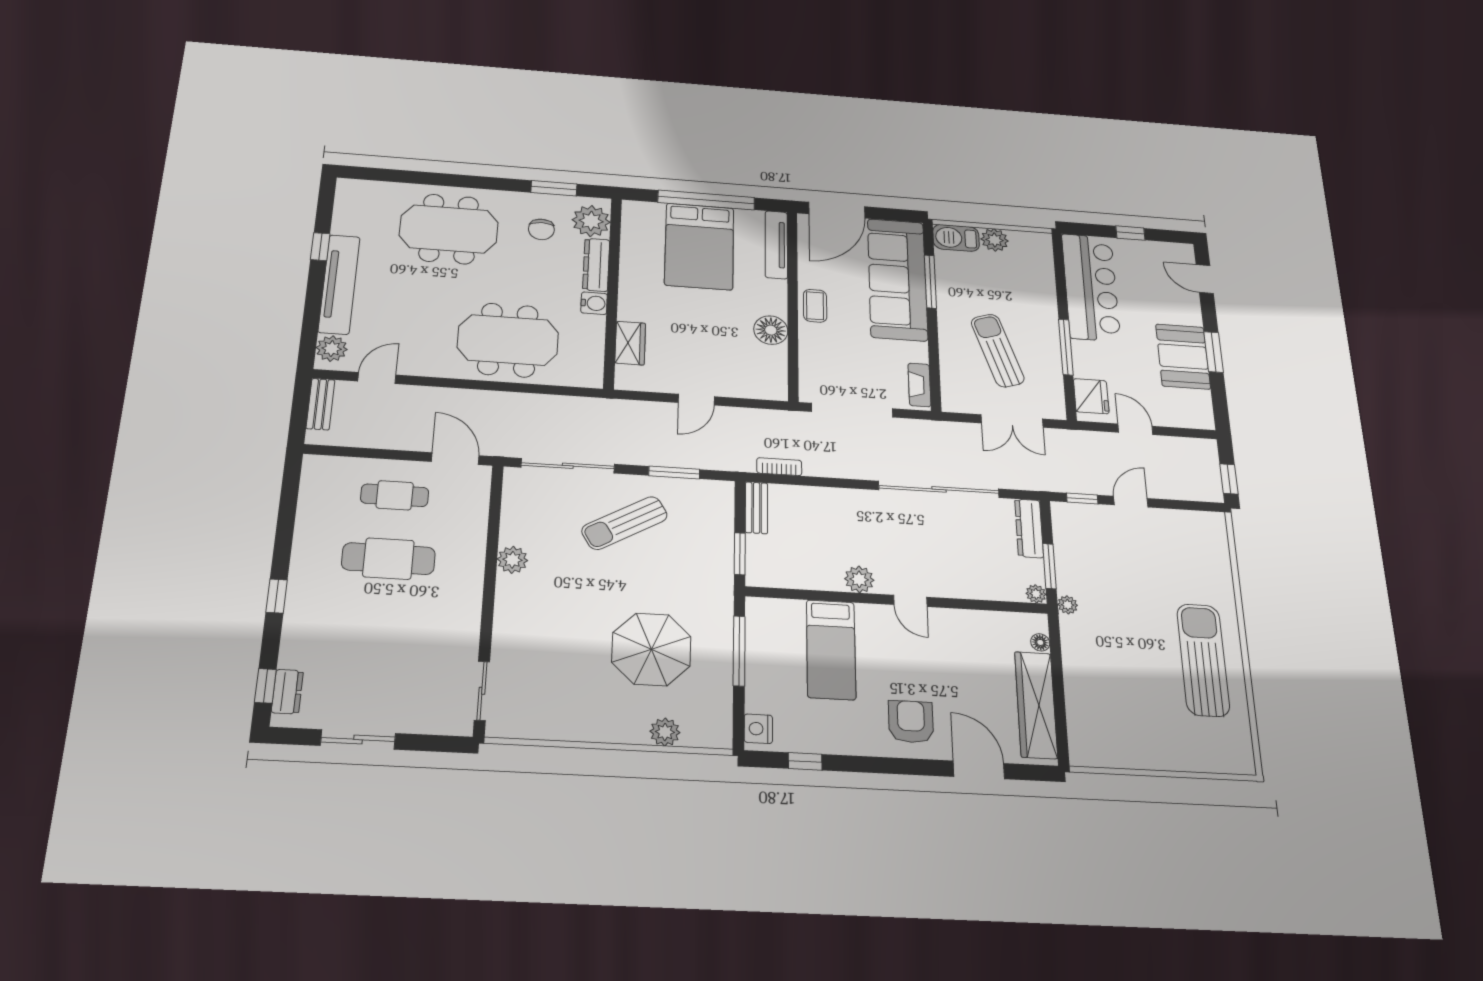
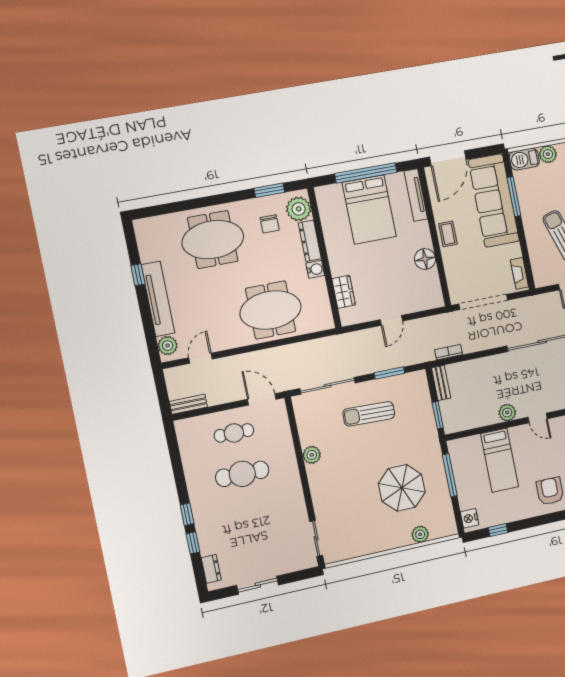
bench: (320, 404) -> (188, 404), moved, turned 90
sun lounger: (625, 523) -> (369, 414), turned 32
window: (265, 686) -> (193, 543), moved

